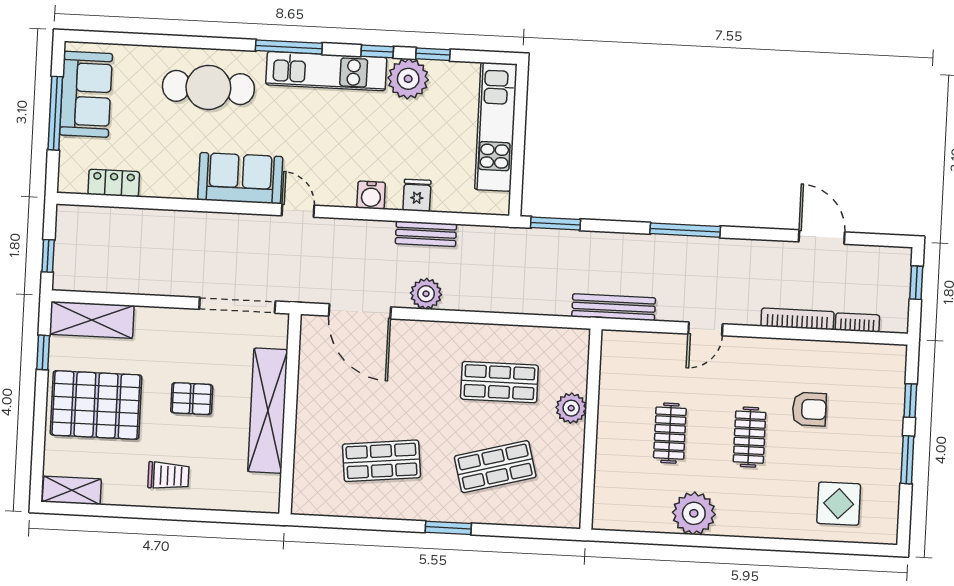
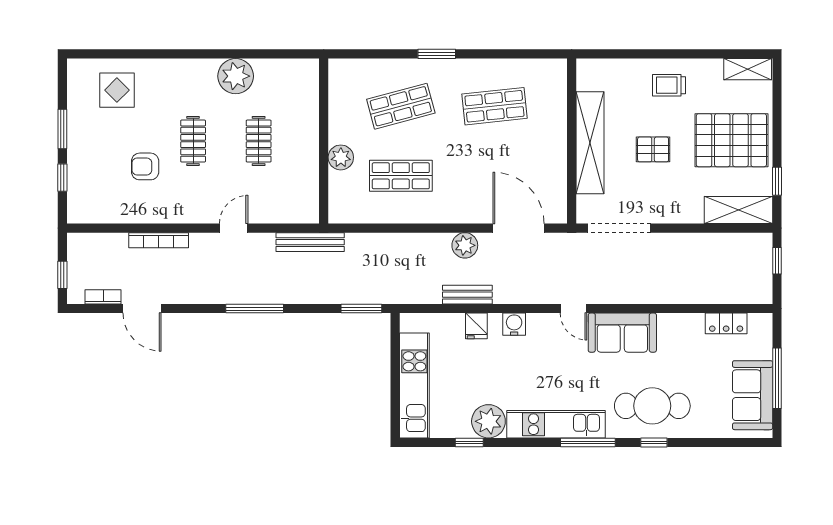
window: (377, 51) -> (654, 443), moved
bookcase: (857, 322) -> (103, 297), moved, turned 180

